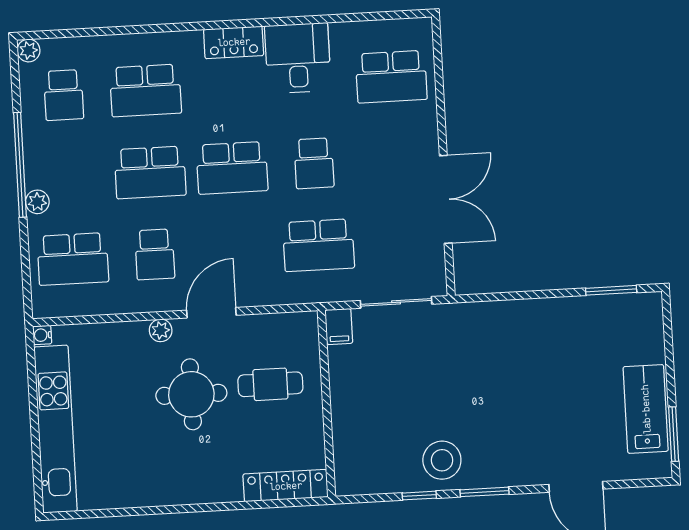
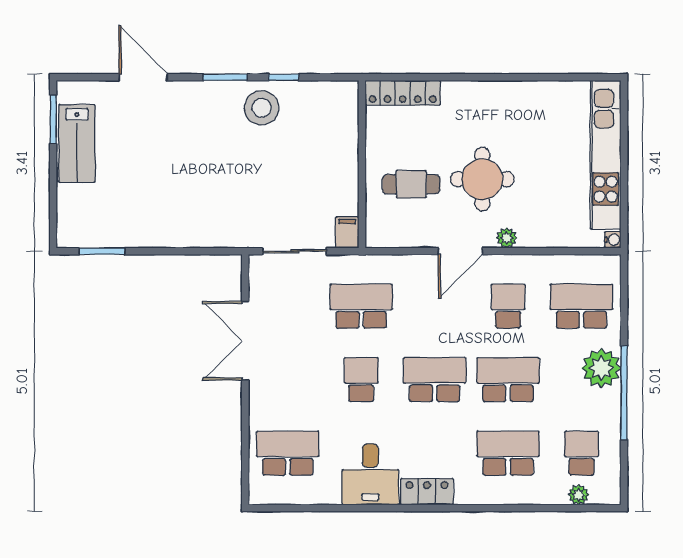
plant: (28, 50) -> (579, 495), moved
plant: (37, 202) -> (601, 368), width x1.88, depth x1.88

